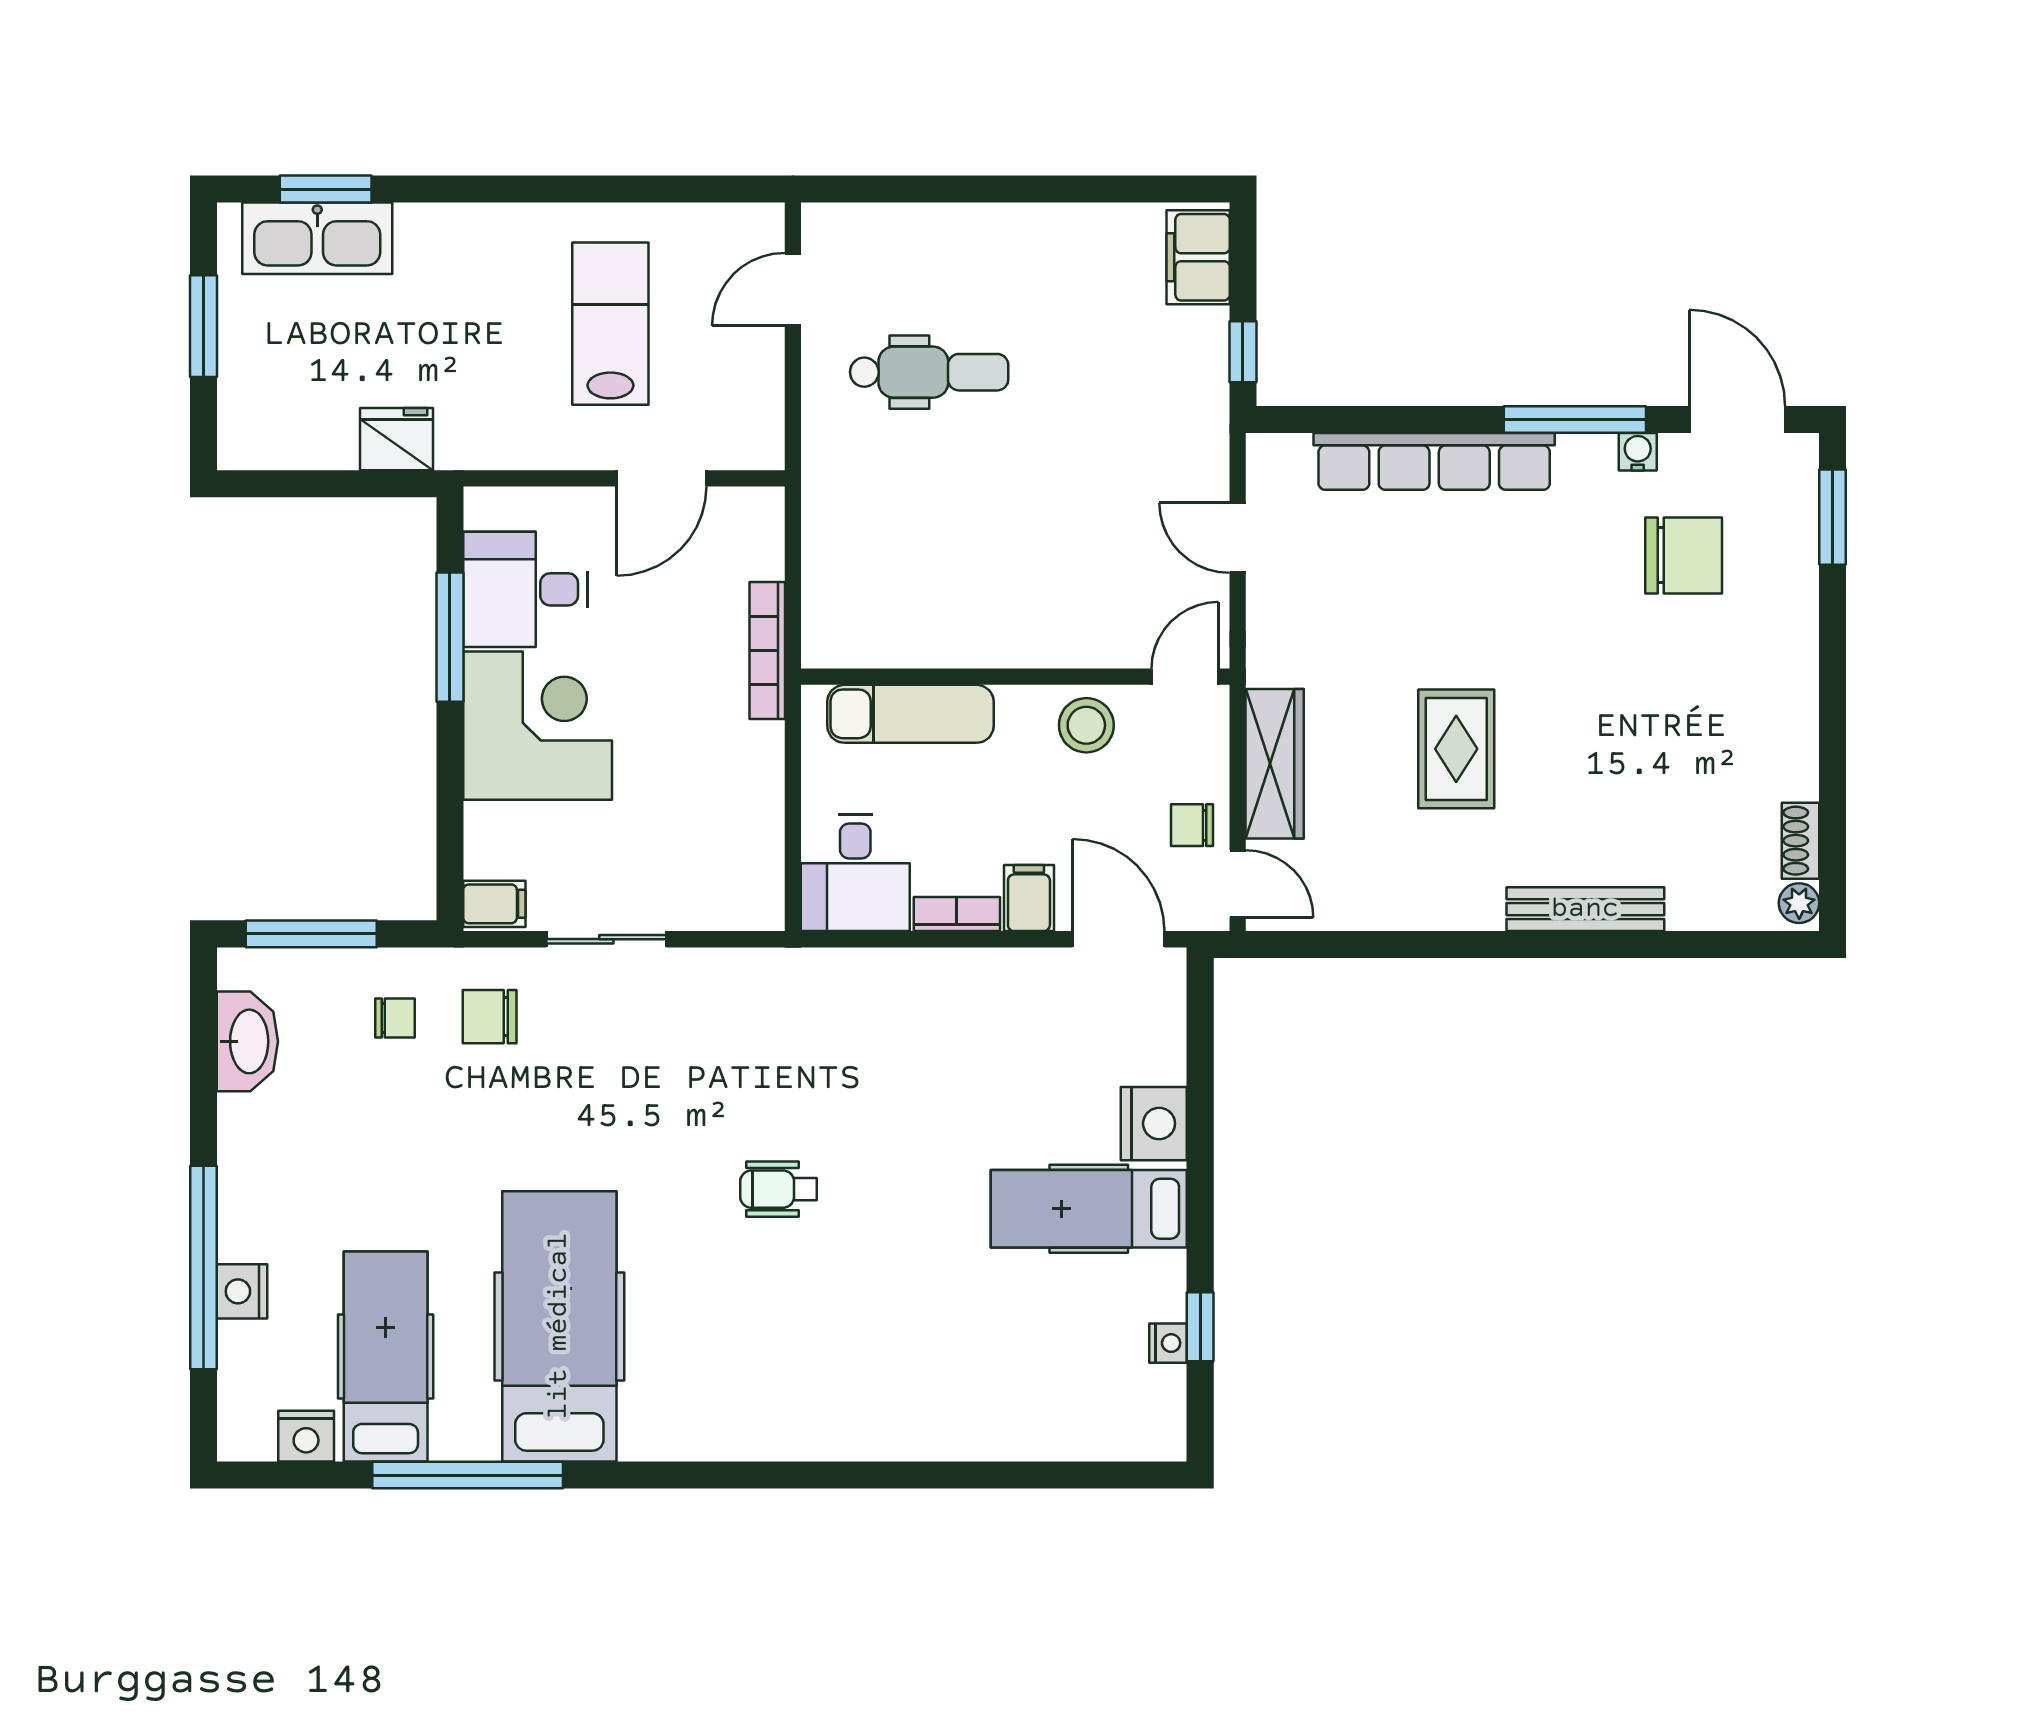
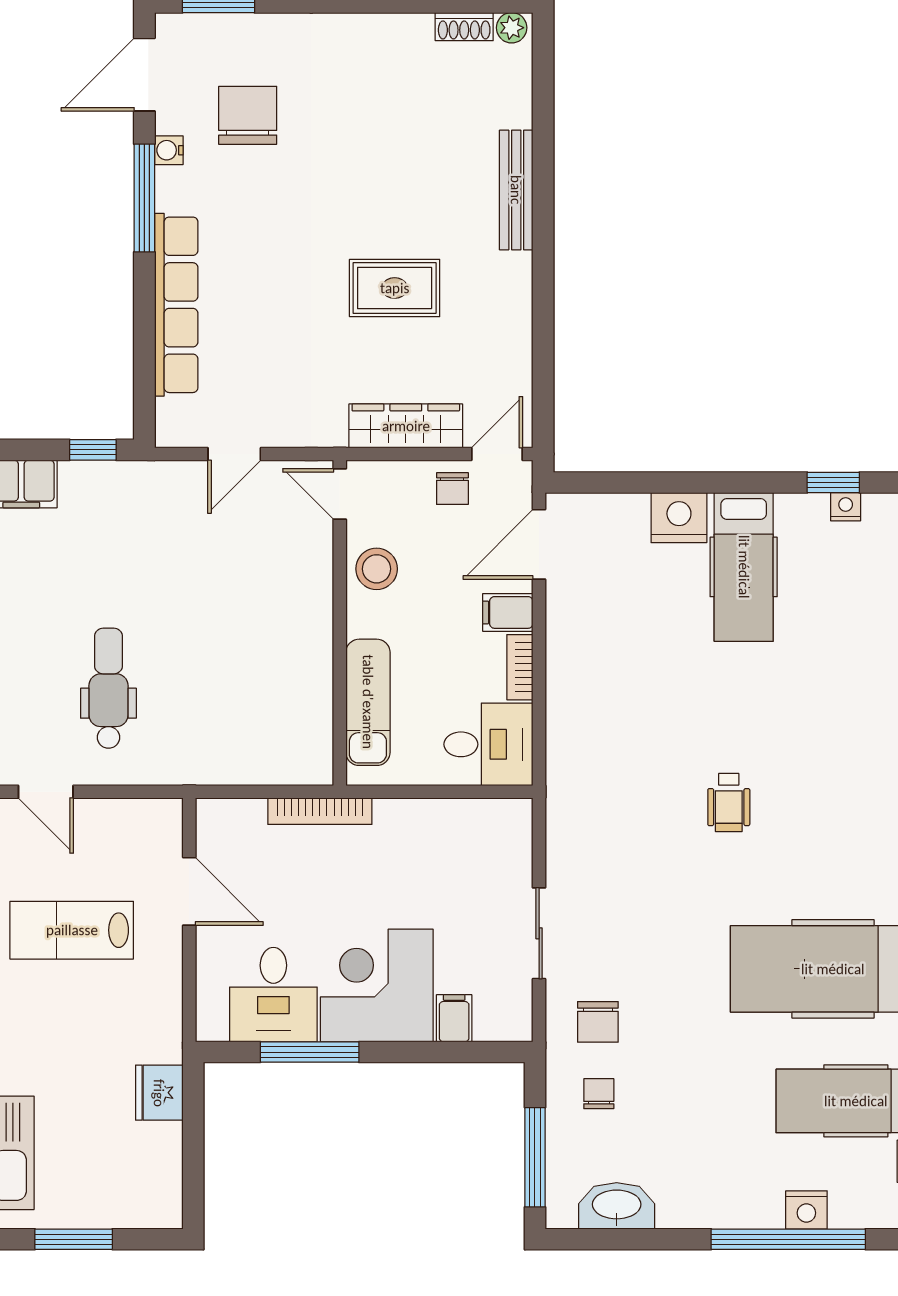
filing cabinet: (494, 904) -> (454, 1018), moved

